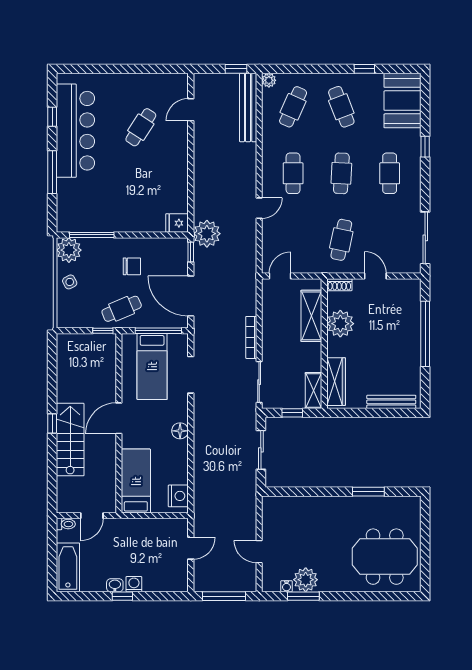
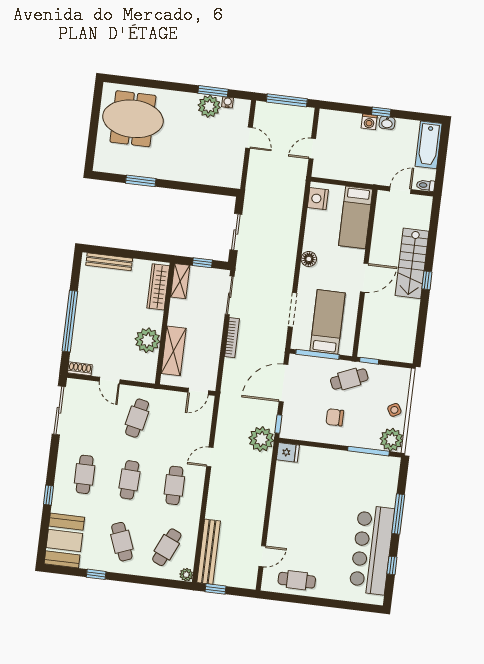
cafe table: (141, 127) -> (297, 580), moved, turned 57
shoe rack: (339, 285) -> (80, 369), moved
door: (191, 296) -> (283, 383), swing flipped

